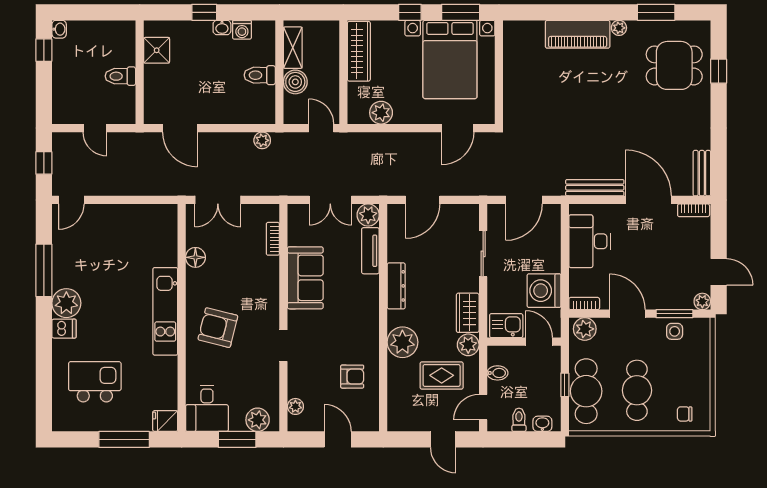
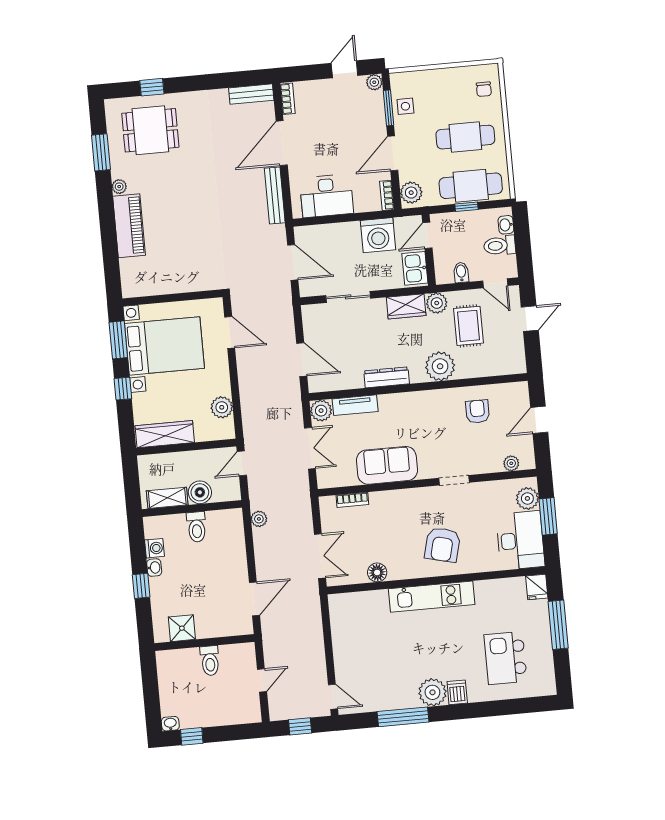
dining table: (674, 65) -> (150, 130), turned 90
desk: (207, 408) -> (520, 540), width x1.37
toilet: (519, 420) -> (500, 246), width x1.37, depth x1.39

